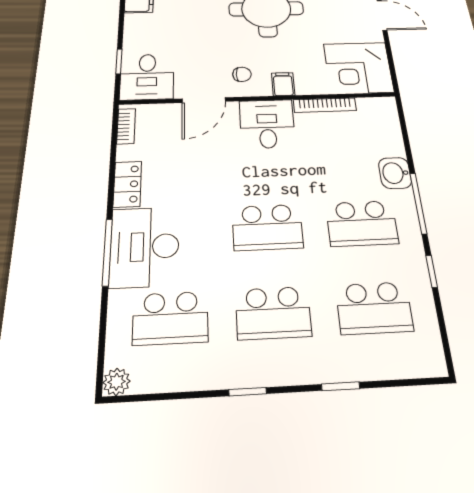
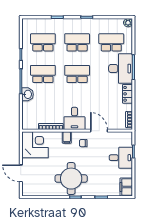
desk: (147, 77) -> (121, 158), moved, turned 90
door: (204, 100) -> (99, 131), hinge flipped

